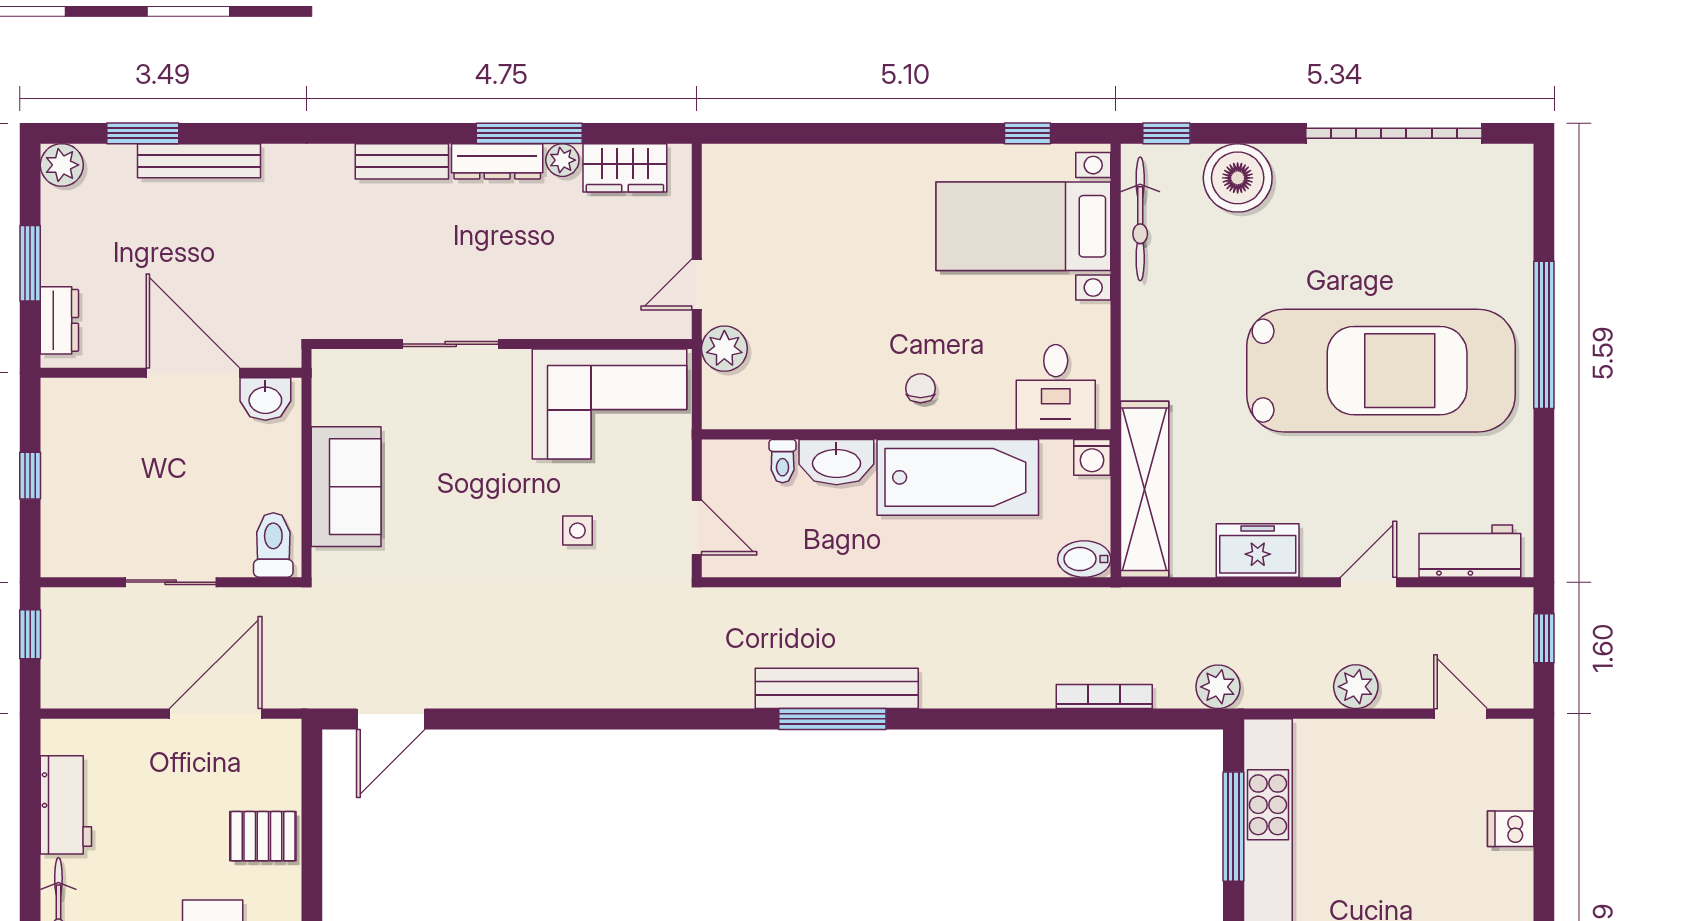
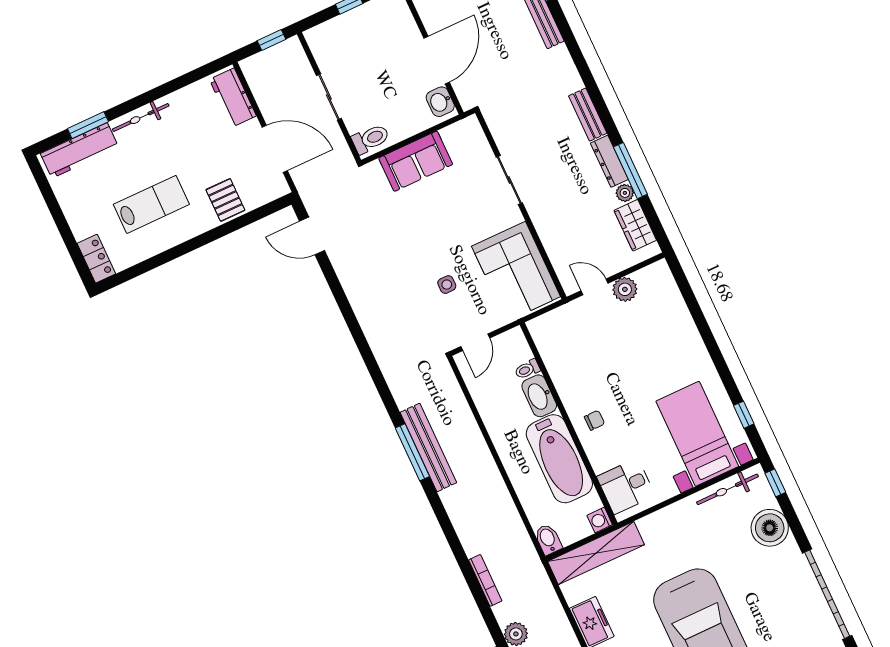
plant: (724, 349) -> (625, 289), moved
workbench: (66, 805) -> (233, 98), moved, turned 90

